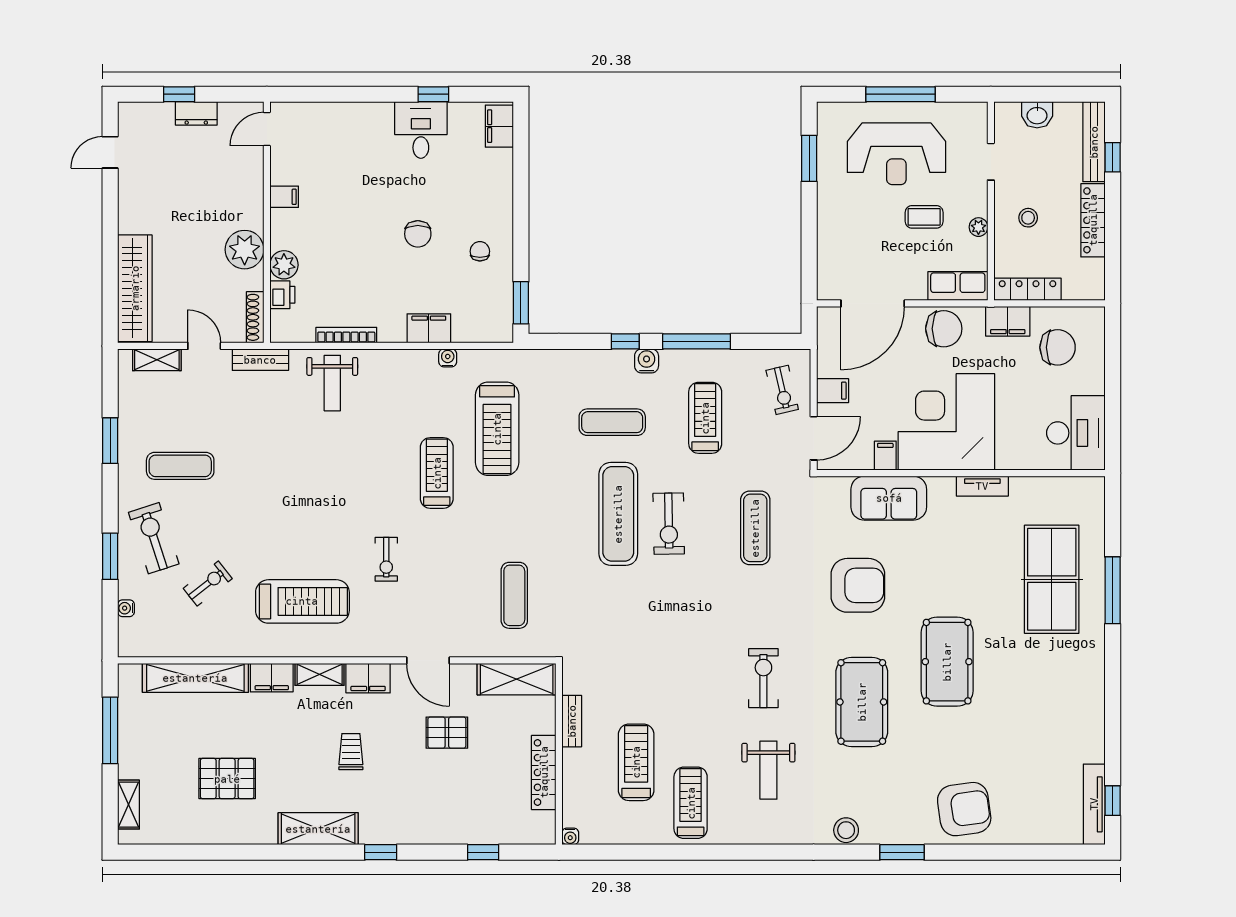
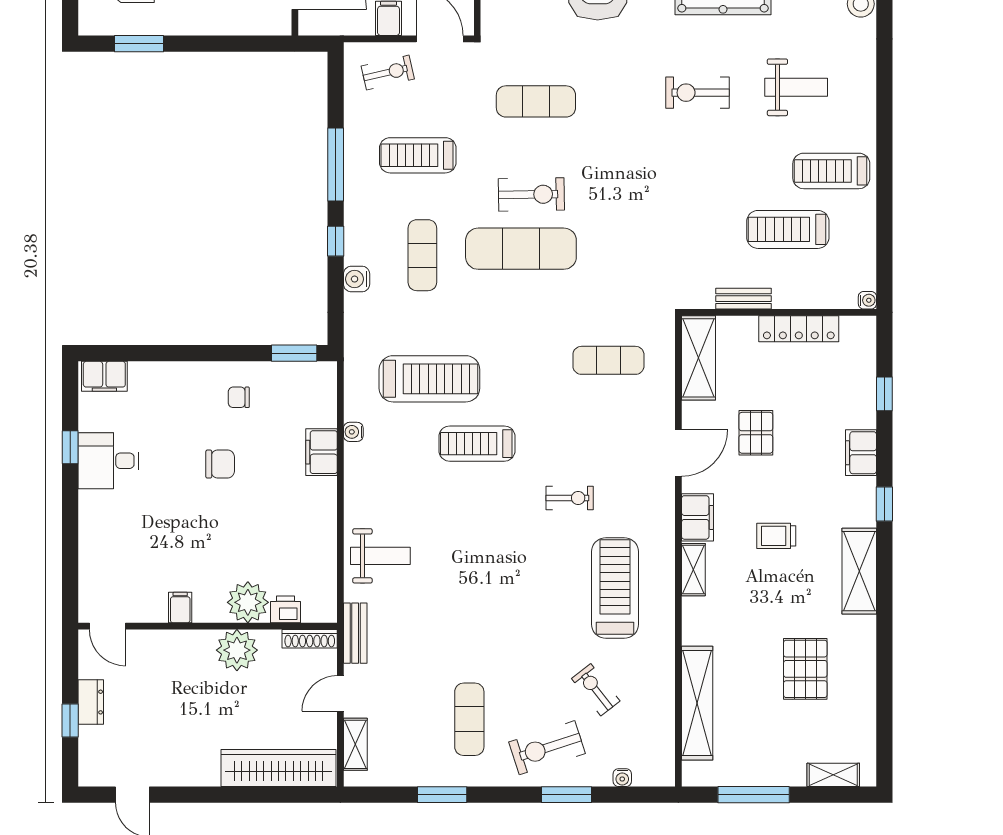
plant: (284, 265) -> (248, 602), width x1.36, depth x1.36
bookcase: (346, 335) -> (329, 541), removed
water cooler: (647, 361) -> (357, 279), moved
filing cabinet: (272, 678) -> (861, 453), moved, turned 180

